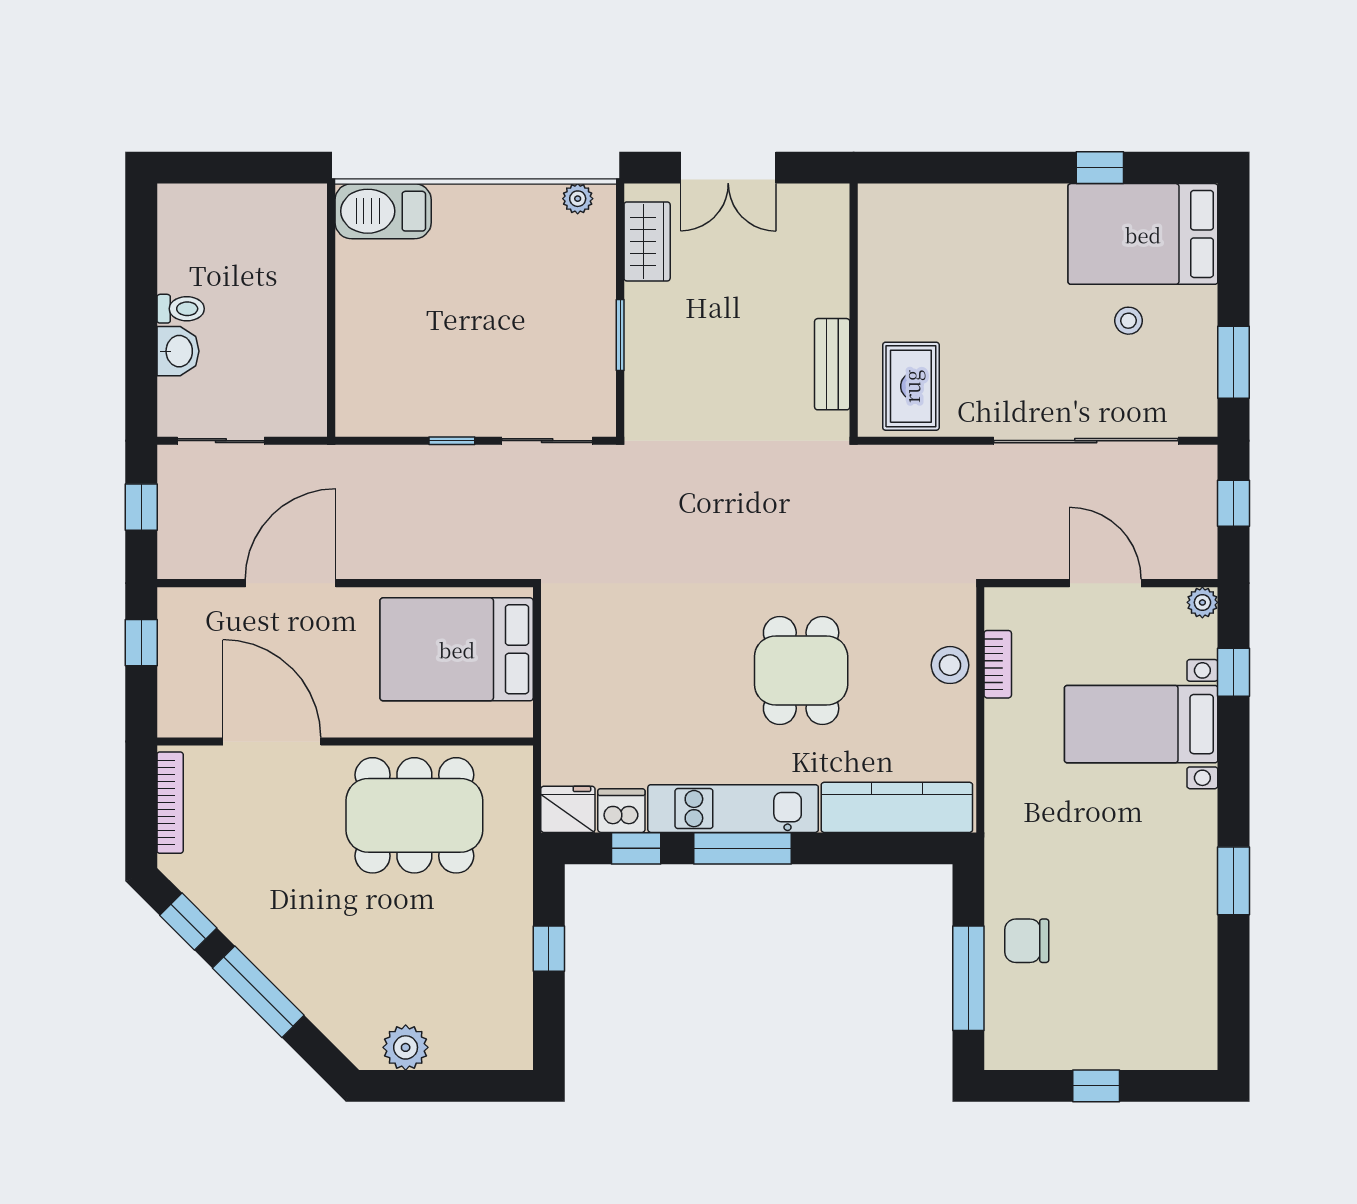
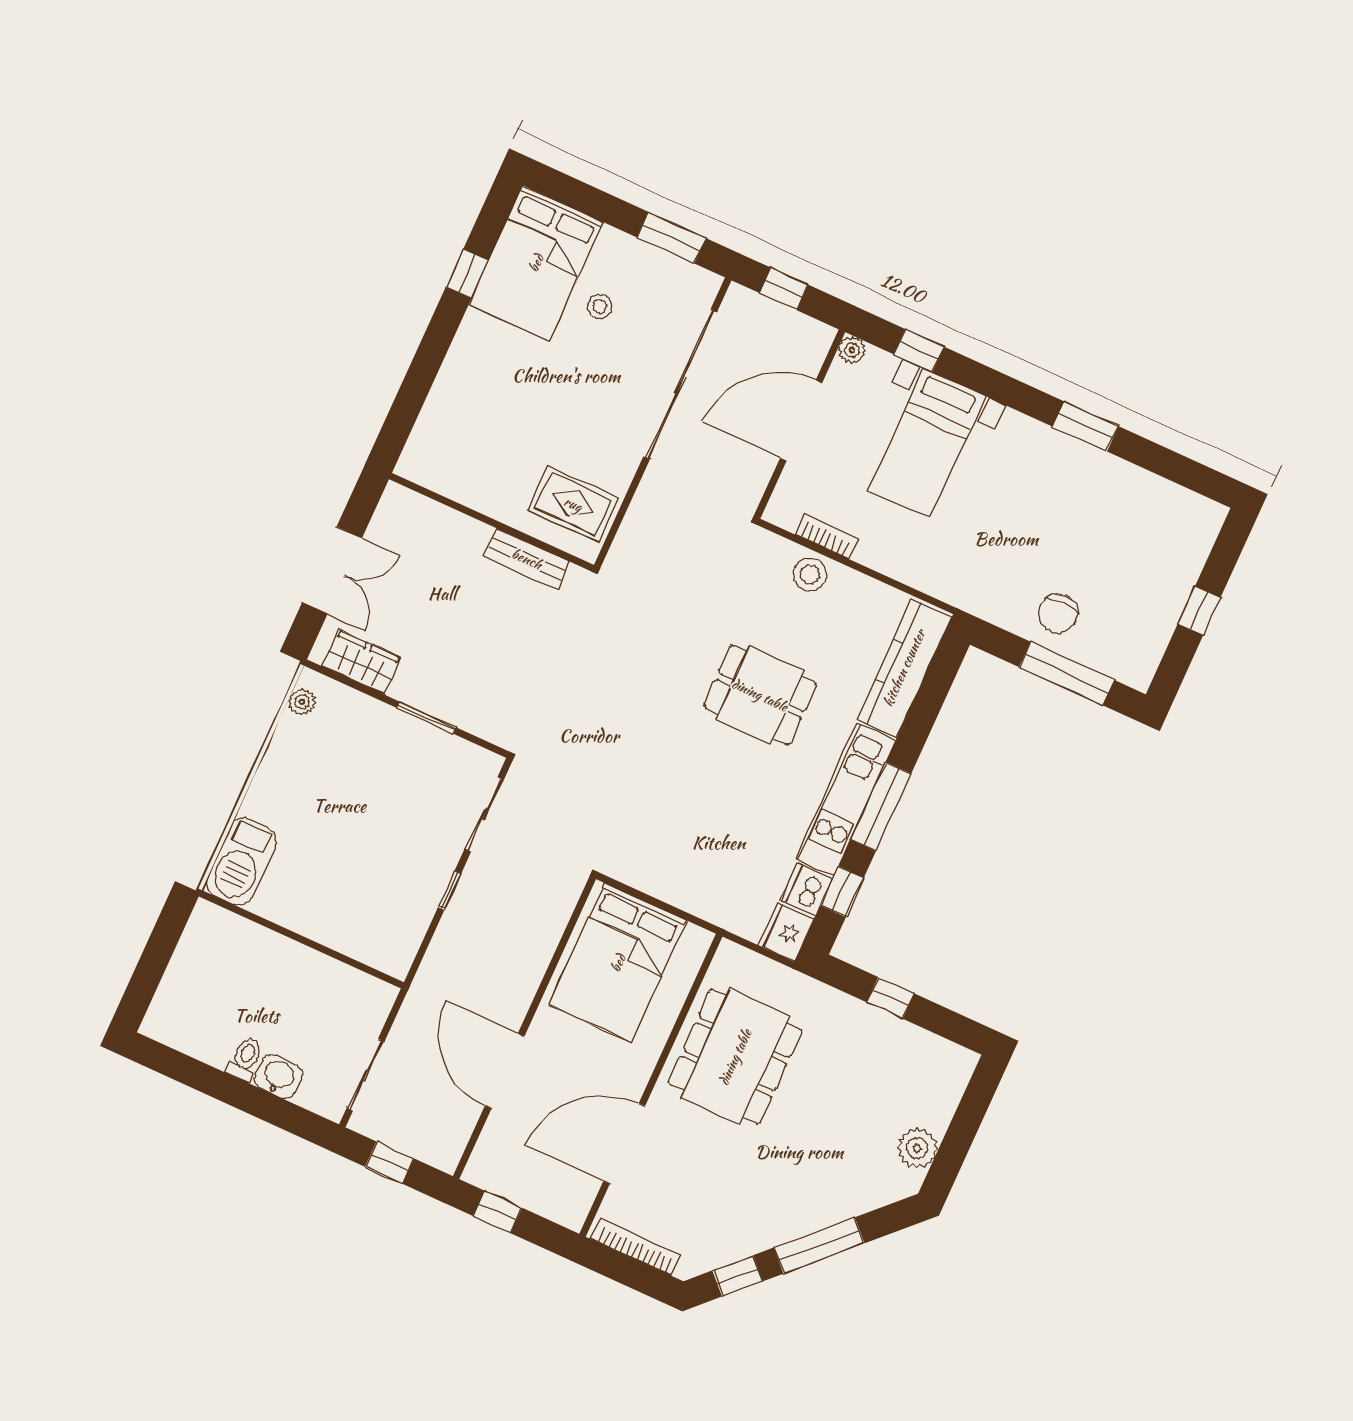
door: (1105, 583) -> (801, 420), width x1.36

